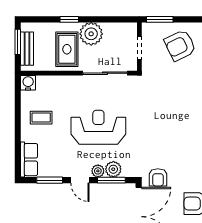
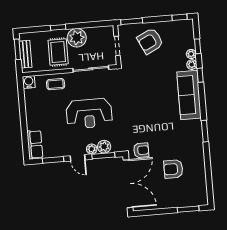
coffee table: (41, 118) -> (56, 84), moved
reception desk: (98, 127) -> (89, 113), turned 180
armchair: (158, 177) -> (141, 150), turned -90

